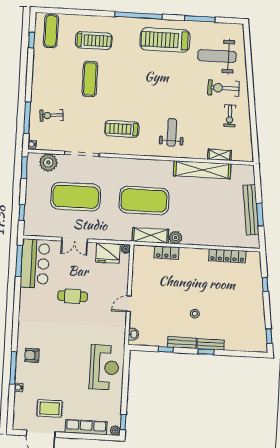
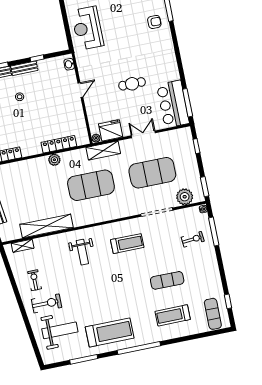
exercise mat: (90, 79) -> (167, 280), turned 90
shelving: (219, 155) -> (23, 246), moved
shelving: (150, 235) -> (103, 150), moved
locker: (166, 253) -> (59, 144), width x1.53

